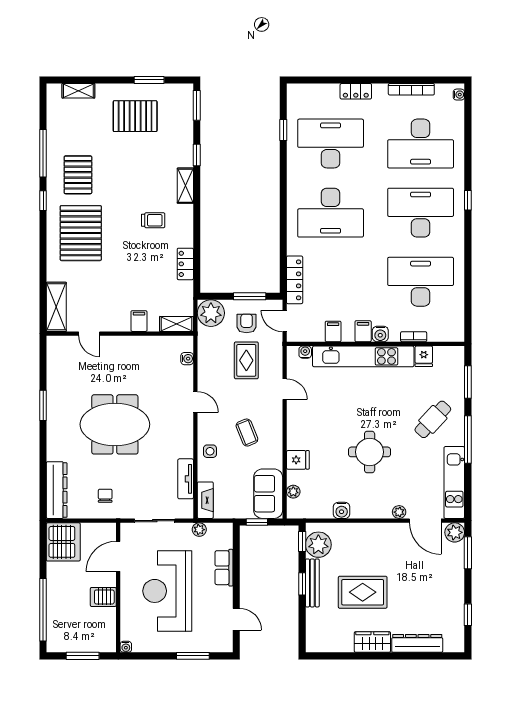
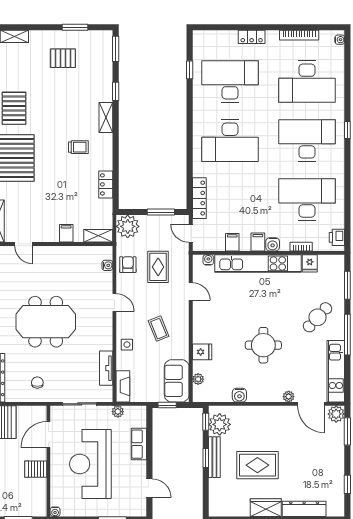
pallet: (135, 116) -> (63, 58), width x0.67, depth x0.71
armchair: (247, 323) -> (128, 265), moved
printer: (456, 326) -> (337, 237), added

